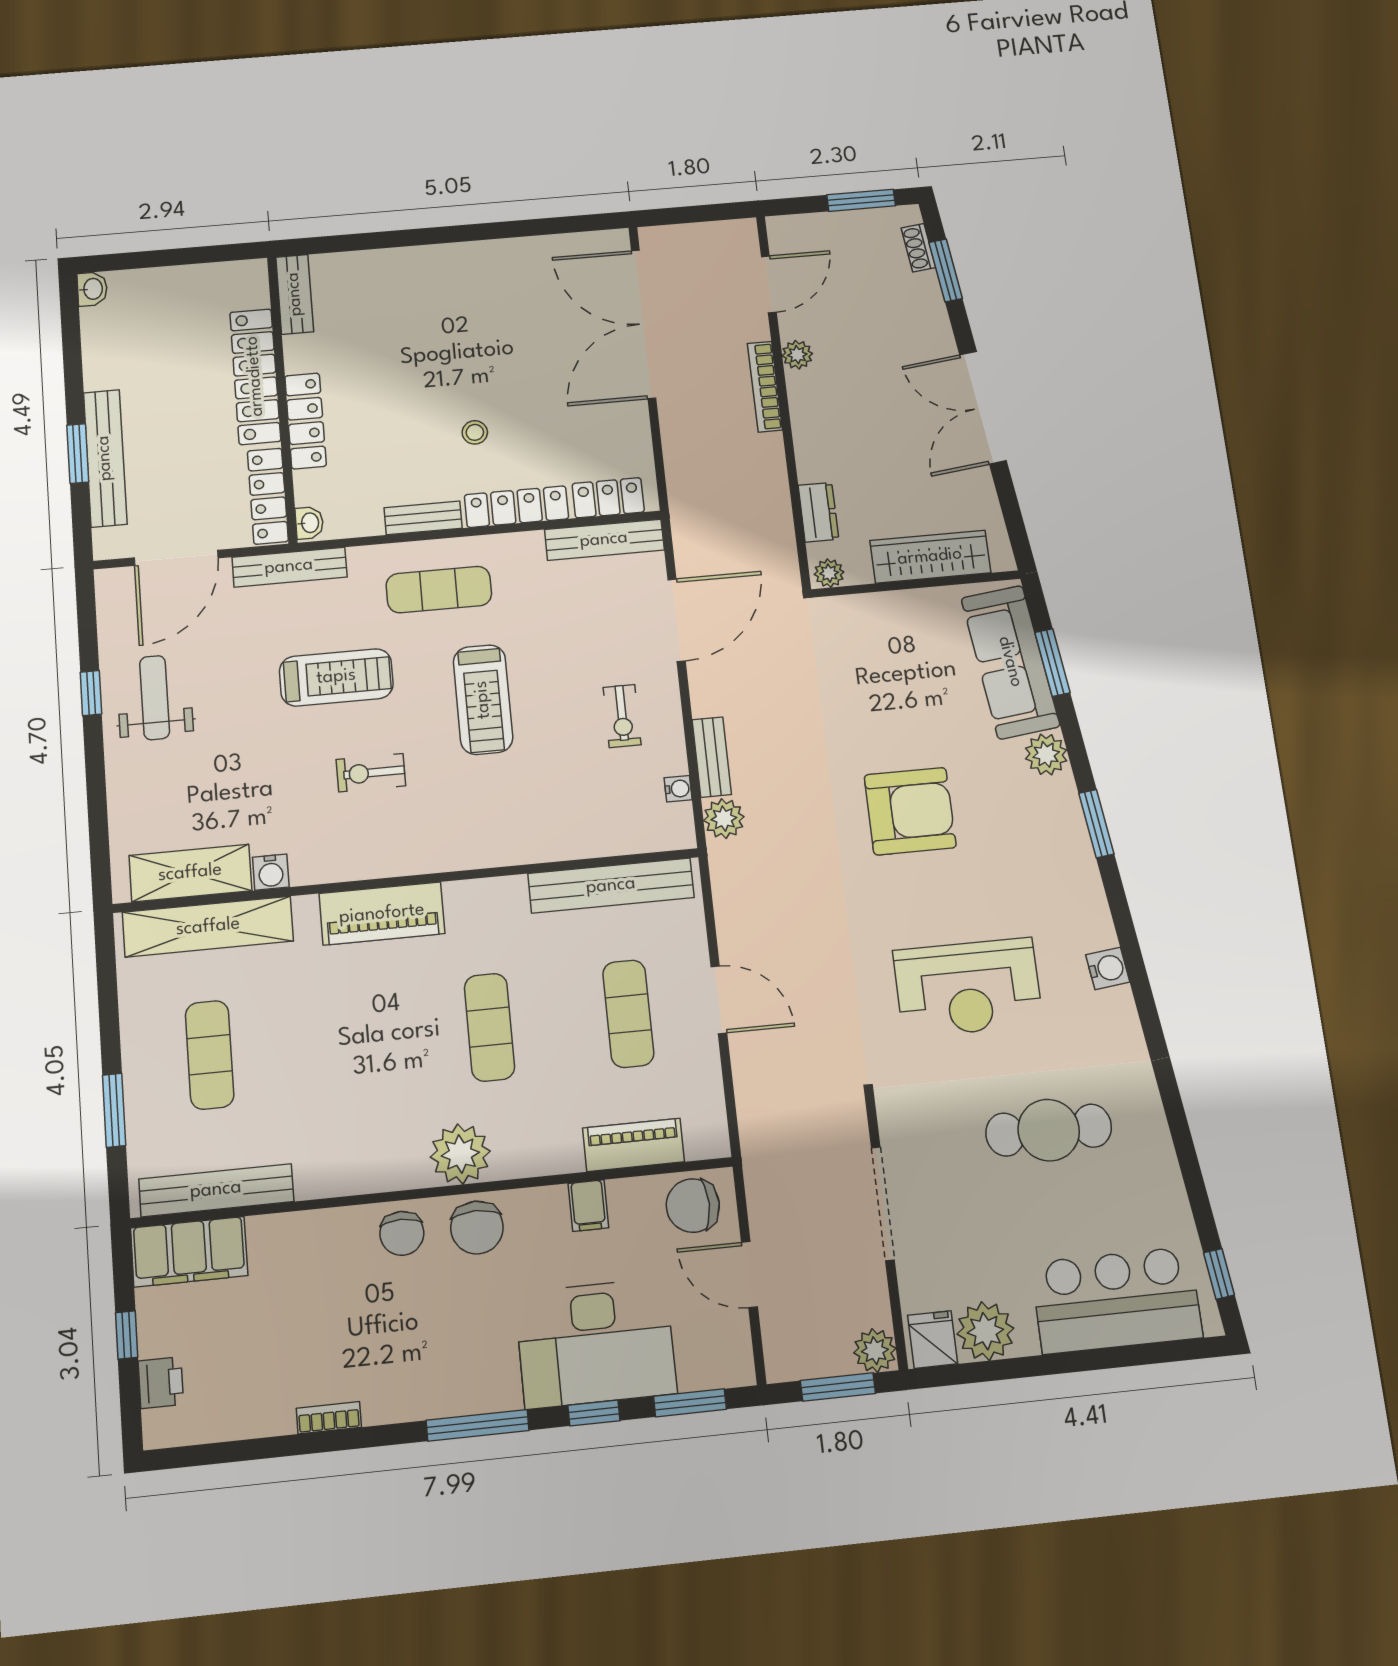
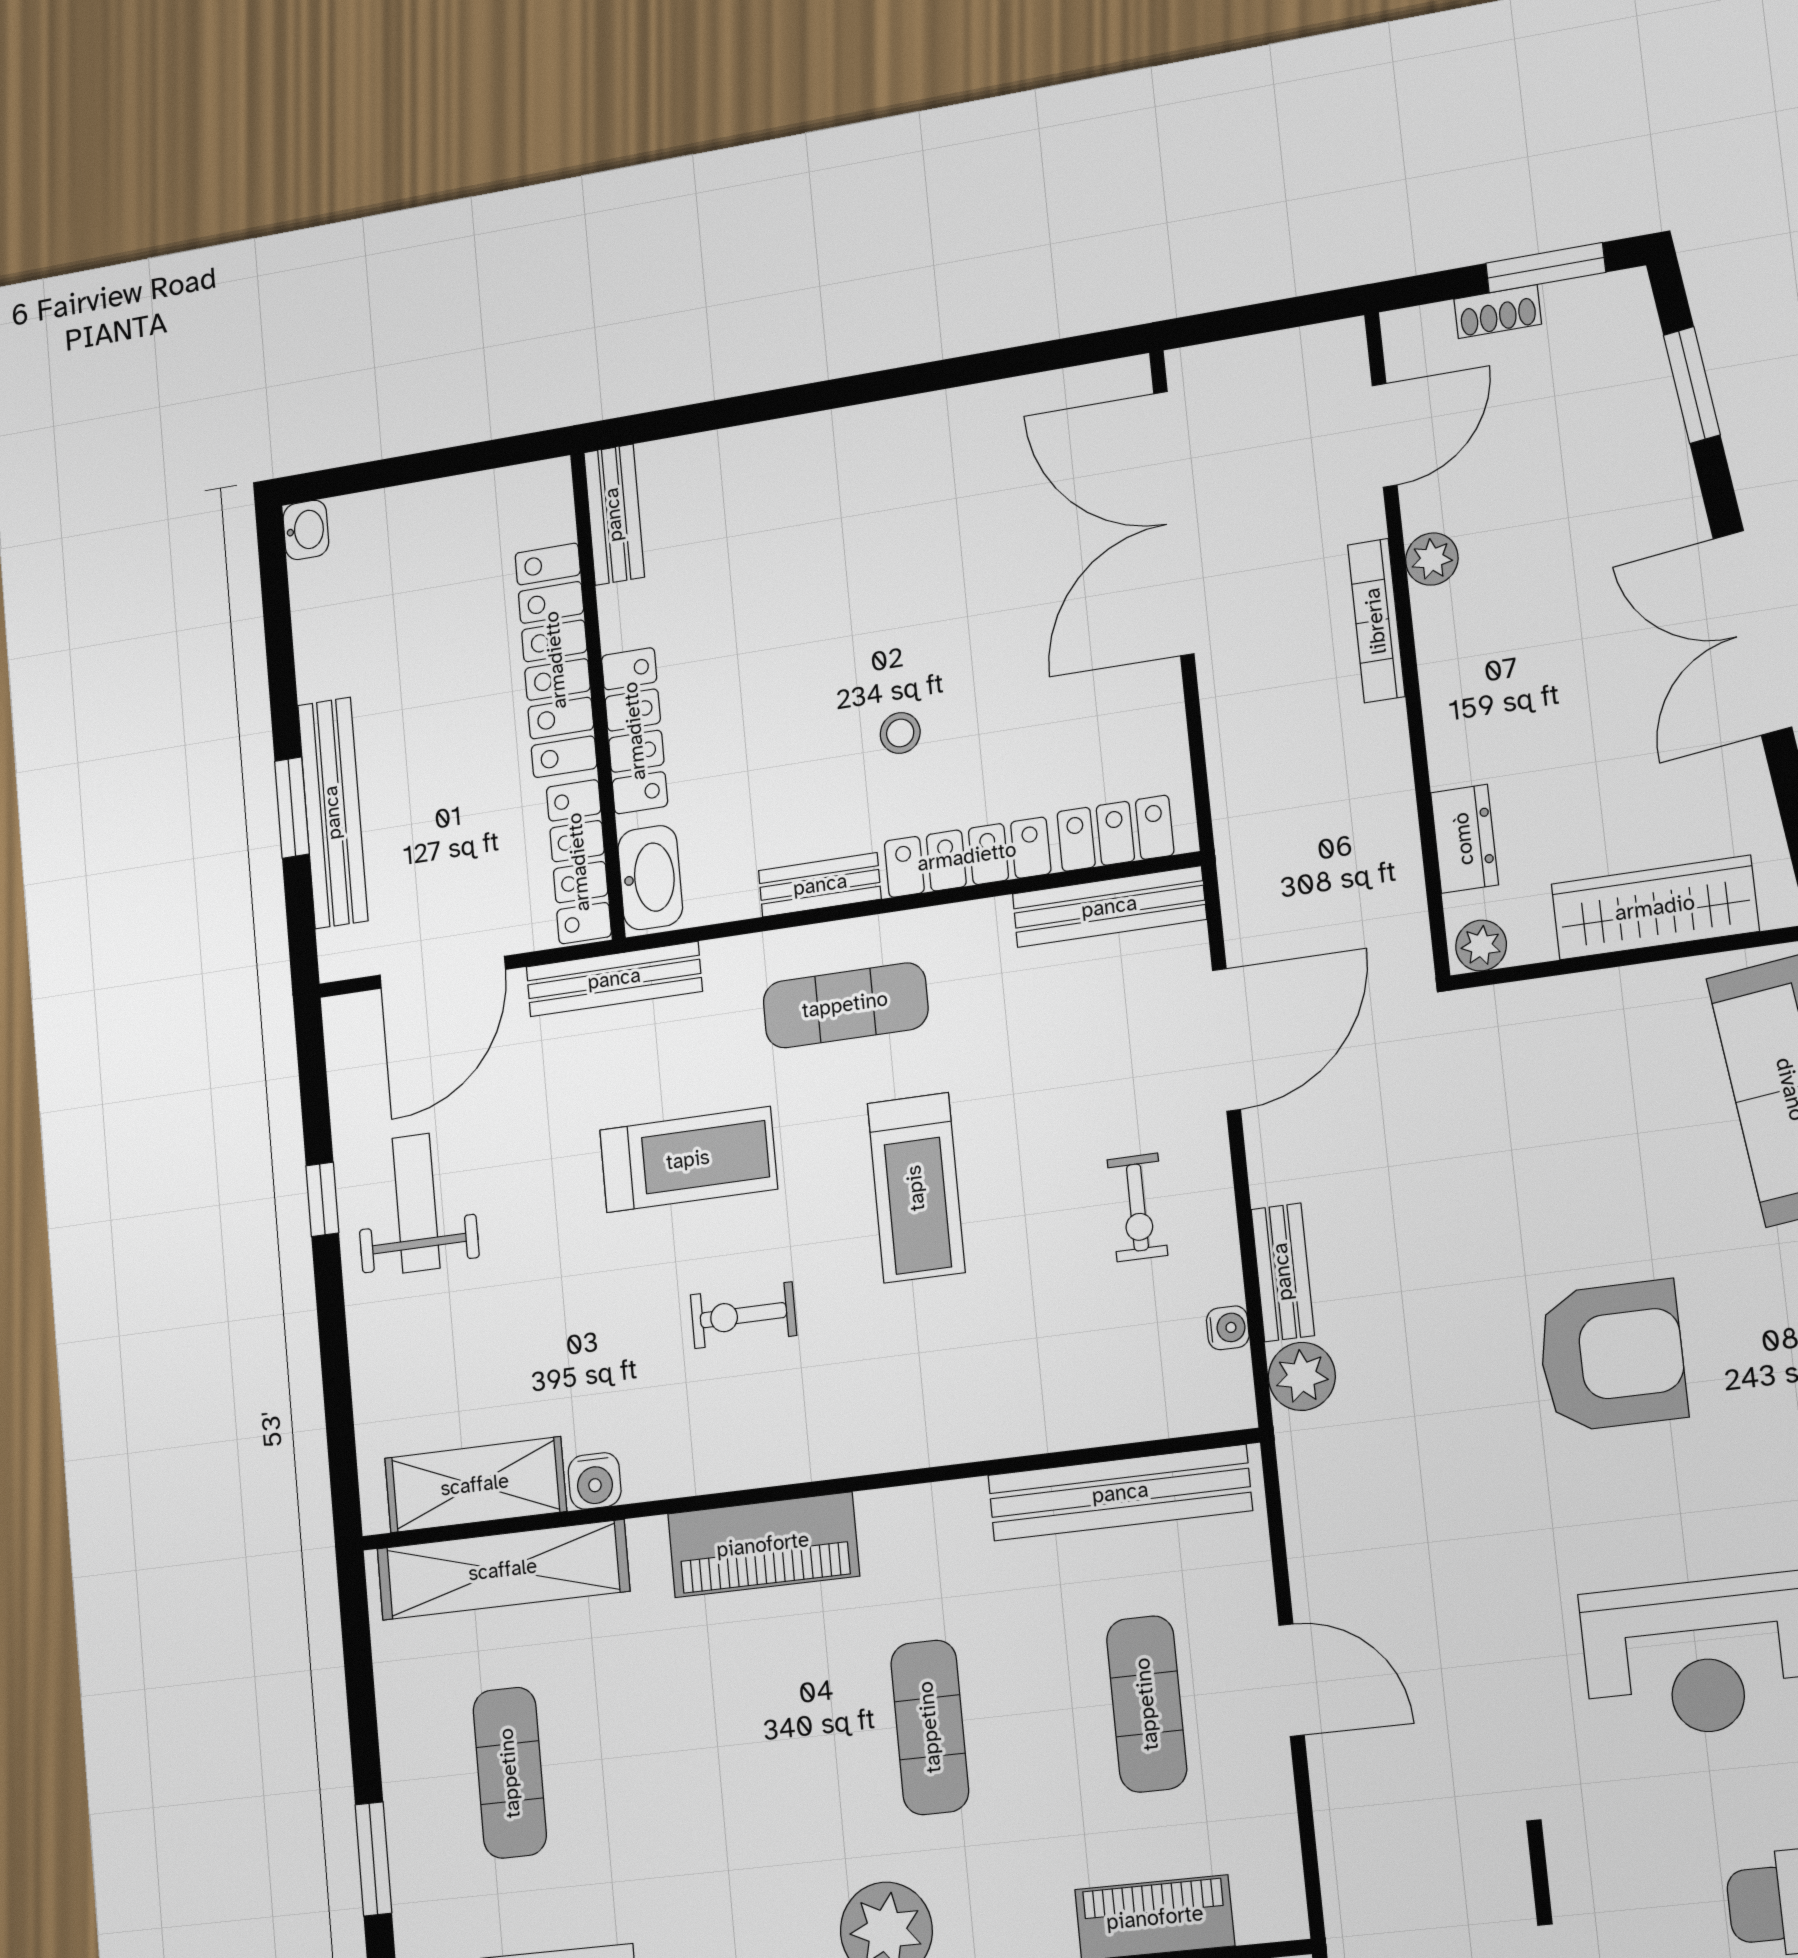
shoe rack: (918, 248) -> (1498, 312), moved, turned -83
washbasin: (309, 523) -> (650, 878), width x1.91, depth x1.45

